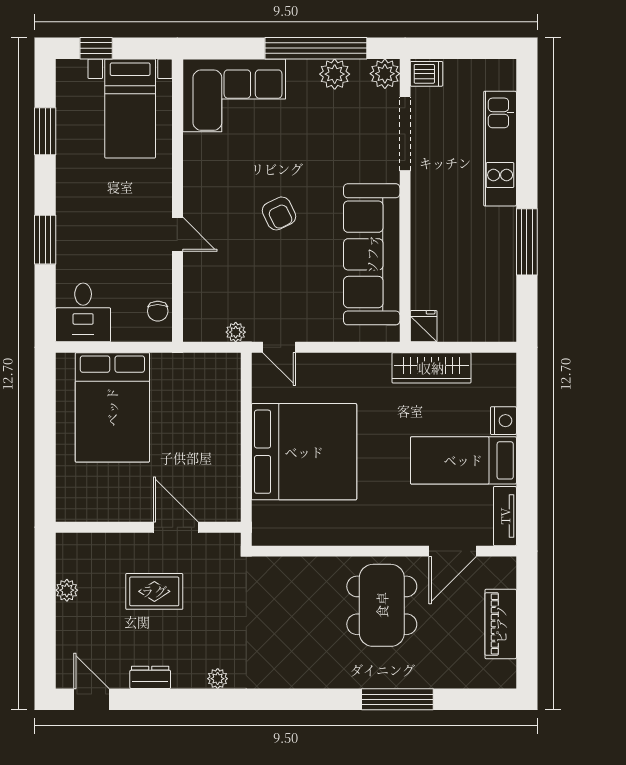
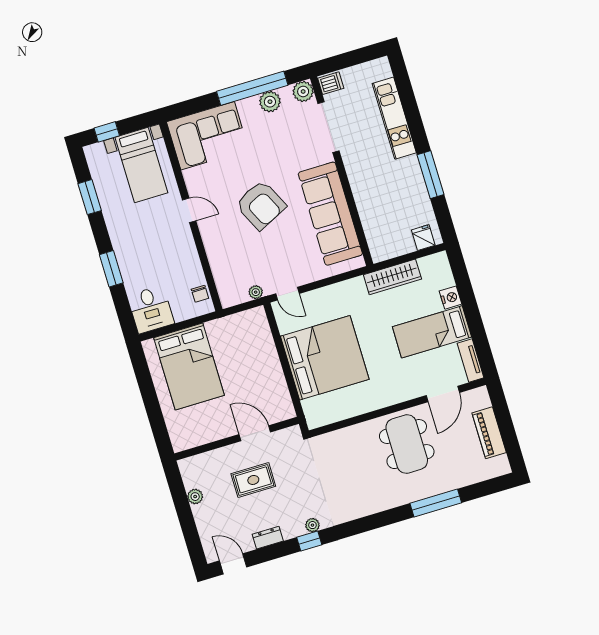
armchair: (279, 213) -> (261, 205), width x1.88, depth x1.88
door: (177, 234) -> (189, 210), moved
fridge: (424, 326) -> (423, 238), moved
window: (206, 699) -> (309, 541), added

